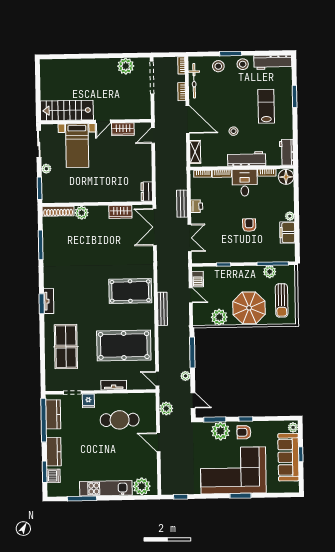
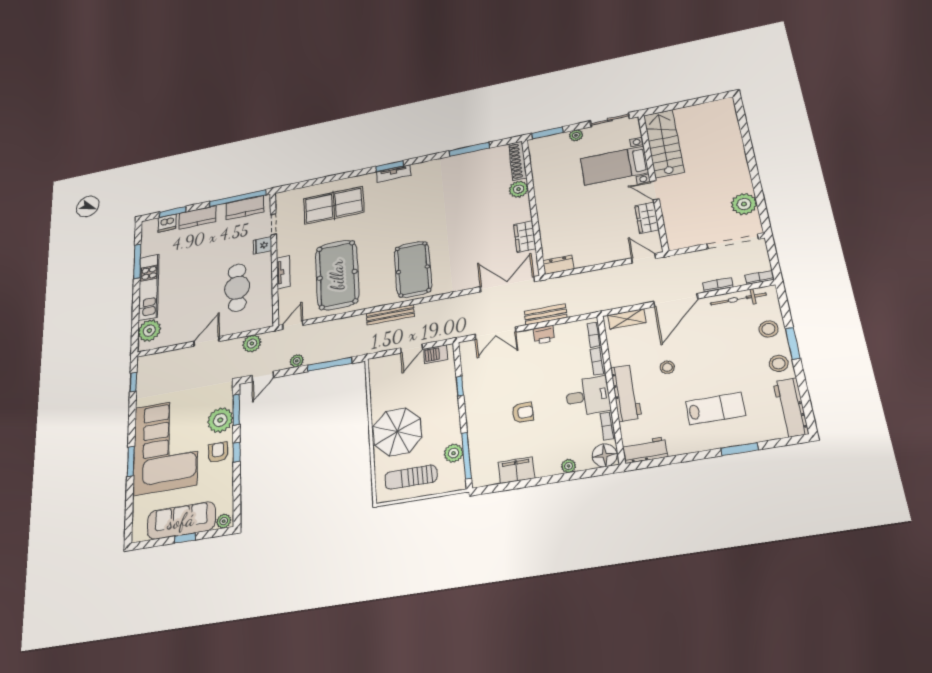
plant: (290, 216) -> (569, 466), moved
plant: (219, 317) -> (382, 392), removed

